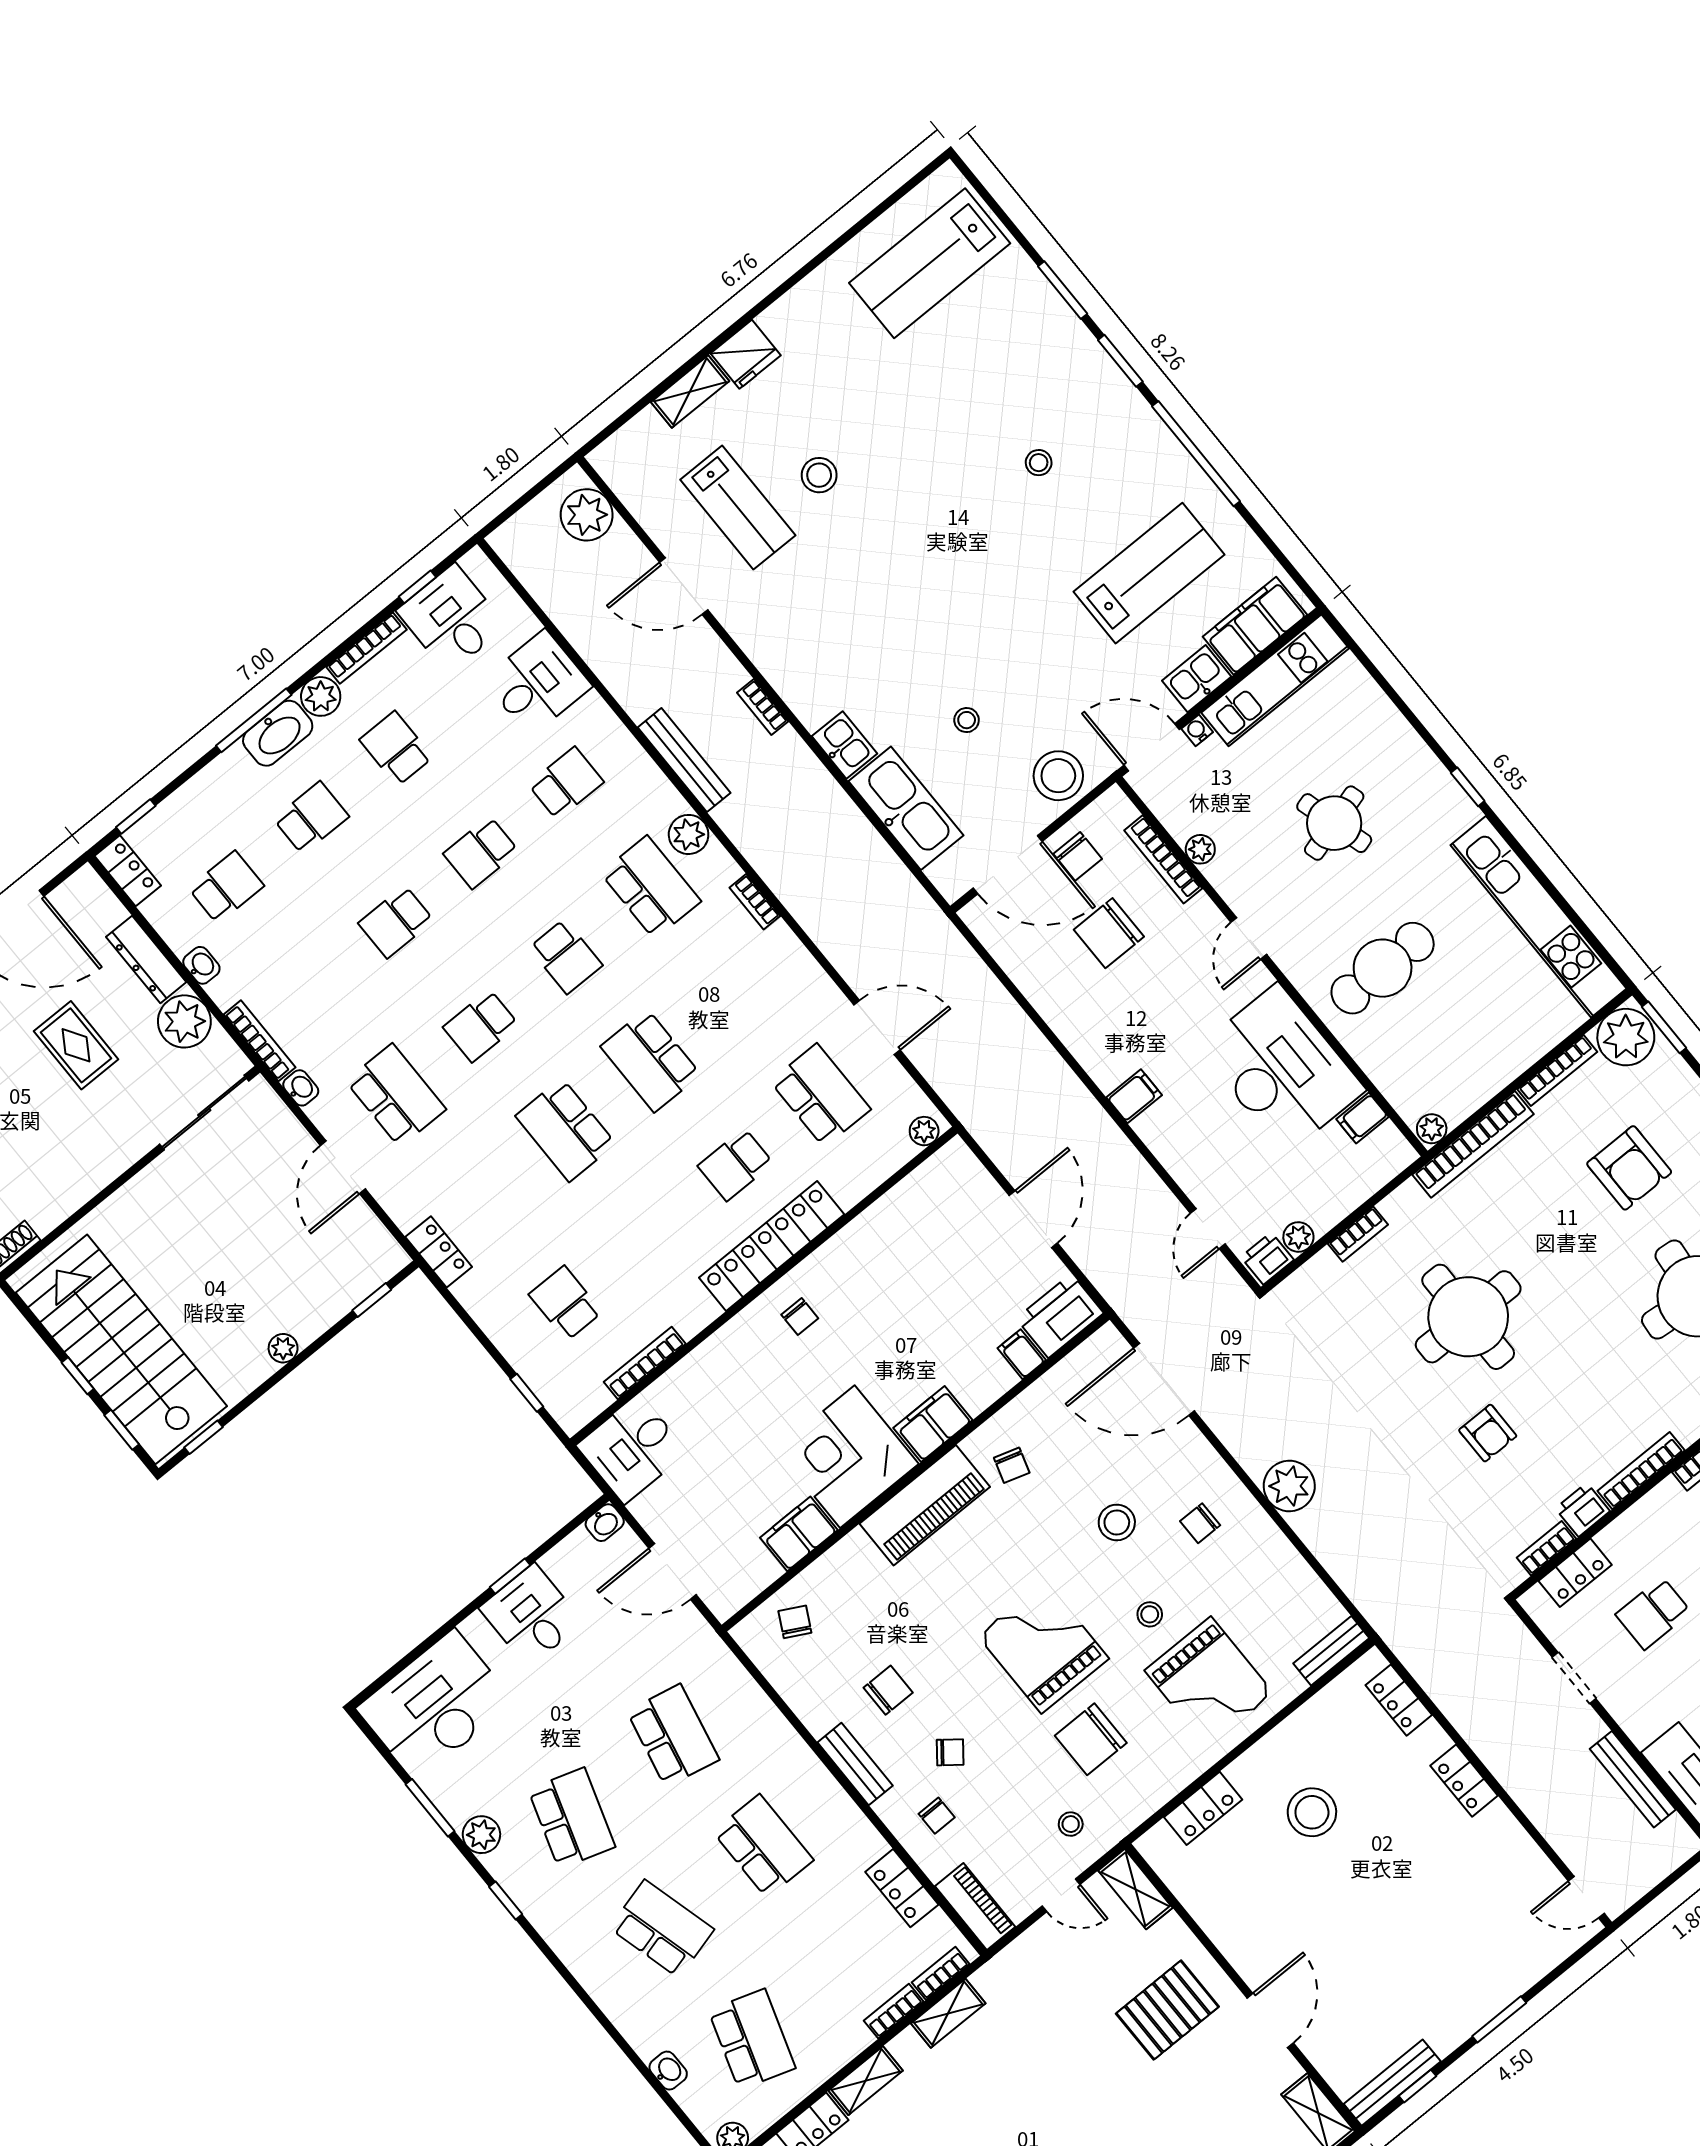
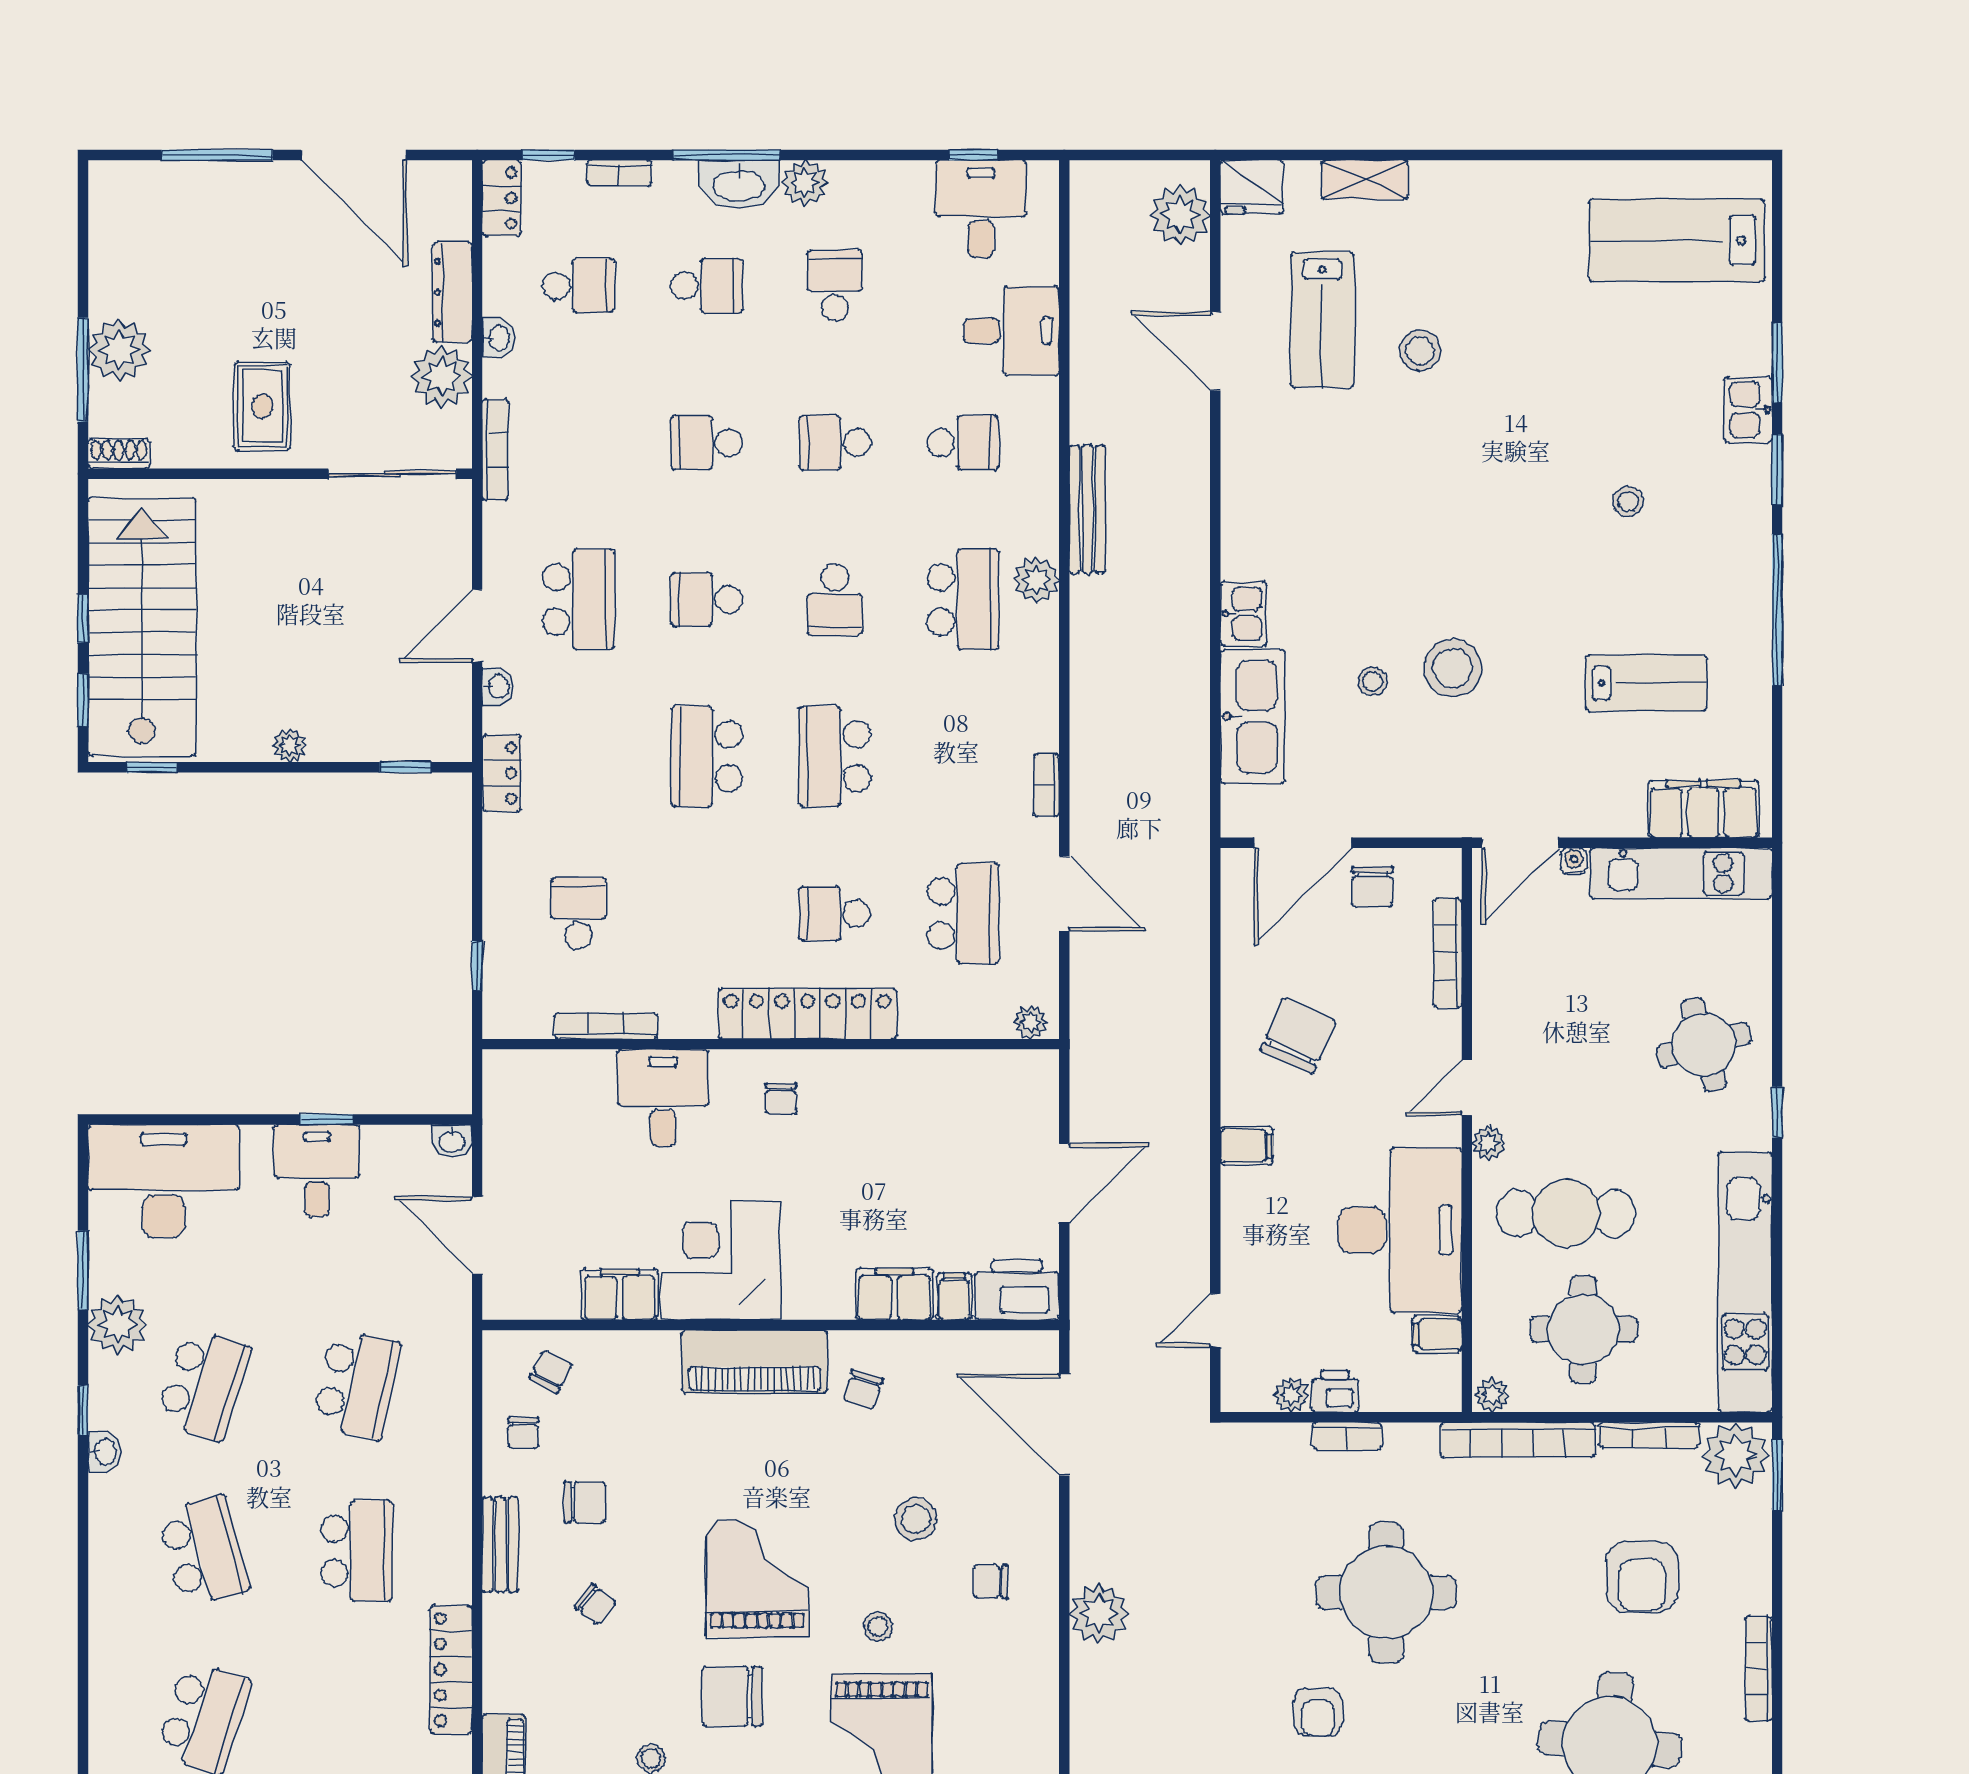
fridge: (746, 354) -> (1251, 187), moved
lab bench: (1149, 573) -> (1646, 683), width x0.73, depth x0.72
bookcase: (366, 648) -> (619, 173), moved, width x0.64
kitchen sink: (1197, 679) -> (1748, 410), moved, turned -90
bookcase: (763, 707) -> (1197, 519), removed
door: (1152, 747) -> (1520, 843), swing flipped
stool: (1058, 776) -> (1453, 668), moved
round table: (1334, 823) -> (1704, 1045), moved
plant: (1200, 849) -> (1489, 1143), moved
door: (1008, 865) -> (1303, 843), hinge flipped
bookcase: (755, 902) -> (1047, 785), moved
chair: (1109, 933) -> (1298, 1036), moved, turned 114
round table: (1457, 1036) -> (1583, 1329), added
rug: (76, 1045) -> (262, 406), moved
washbasin: (301, 1088) -> (498, 687), moved
printer: (1267, 1258) -> (1335, 1391), moved
filing cabinet: (933, 1424) -> (894, 1294), moved
desk: (632, 1449) -> (663, 1098), moved, turned 90
chair: (937, 1816) -> (523, 1433), moved
plant: (481, 1835) -> (118, 1325), width x1.36, depth x1.36
locker: (902, 1888) -> (451, 1670), width x1.53
washbasin: (668, 2071) -> (105, 1452), moved

